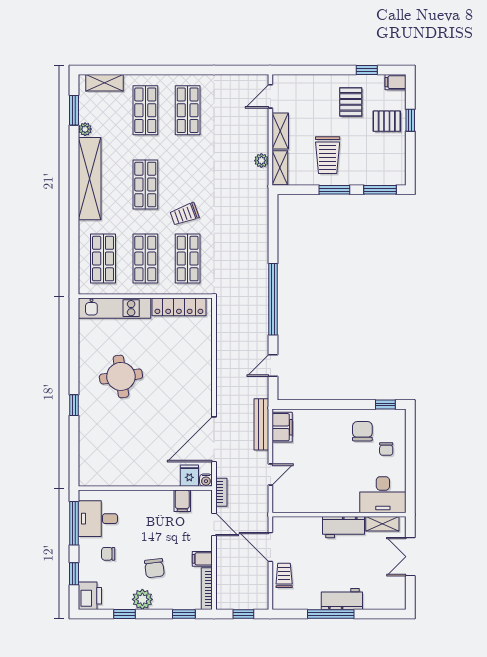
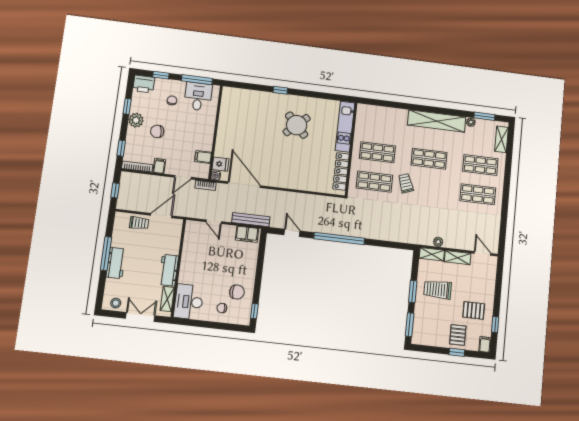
shop shelf: (103, 259) -> (380, 123), removed
round table: (121, 376) -> (297, 125), turned -35
stool: (395, 592) -> (116, 303), added

